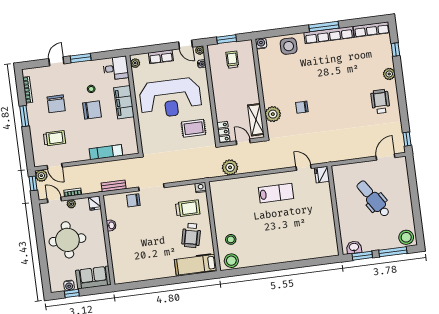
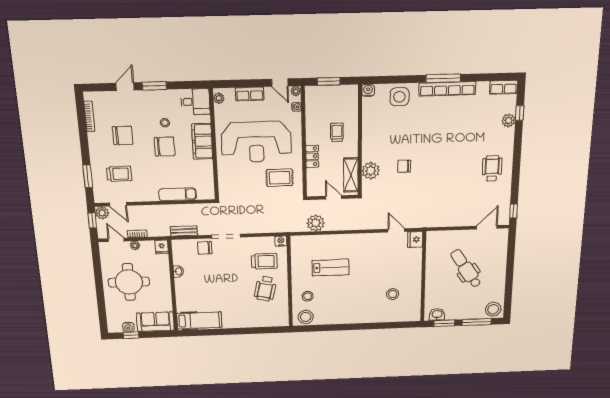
row of seats: (372, 29) -> (504, 87), width x0.68
trolley: (232, 60) -> (337, 132), moved
plant: (389, 74) -> (509, 120), moved
chair: (56, 104) -> (123, 136), turned -90
window: (24, 116) -> (88, 176), moved
locker: (223, 132) -> (312, 156), moved
lab bench: (276, 193) -> (330, 268), moved
stool: (309, 230) -> (393, 294), added
hospital bed: (196, 265) -> (199, 320), moved, turned 180

